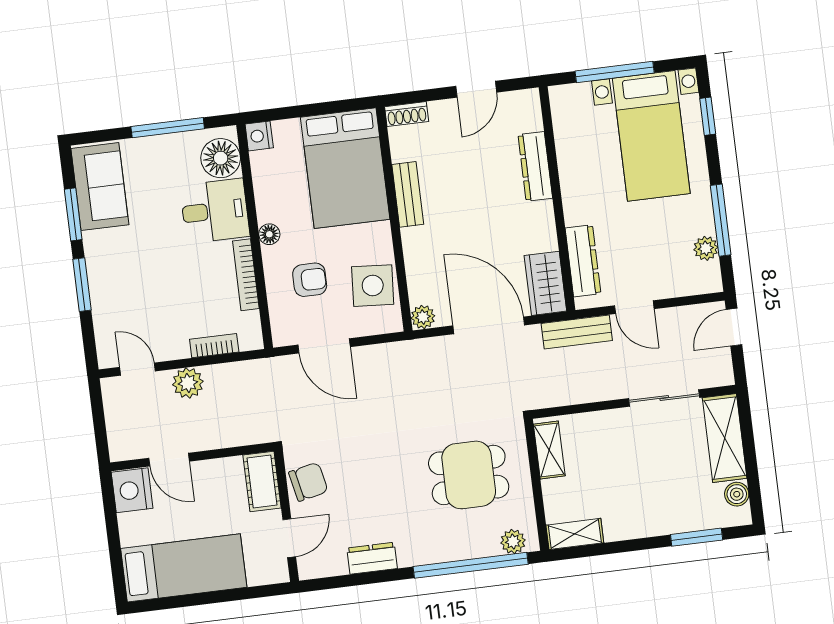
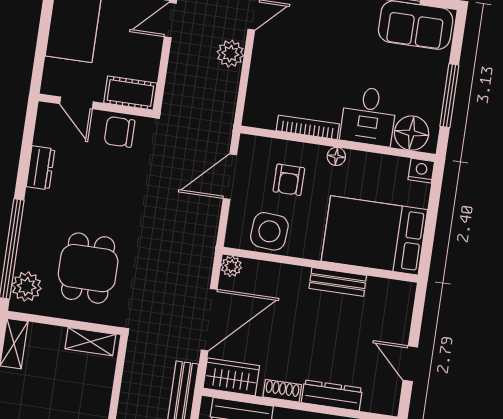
shoe rack: (407, 114) -> (282, 391), moved, turned 90
bookcase: (214, 346) -> (256, 84), removed
chair: (308, 482) -> (119, 132), turned 102
plant: (513, 542) -> (27, 287), width x1.38, depth x1.38

